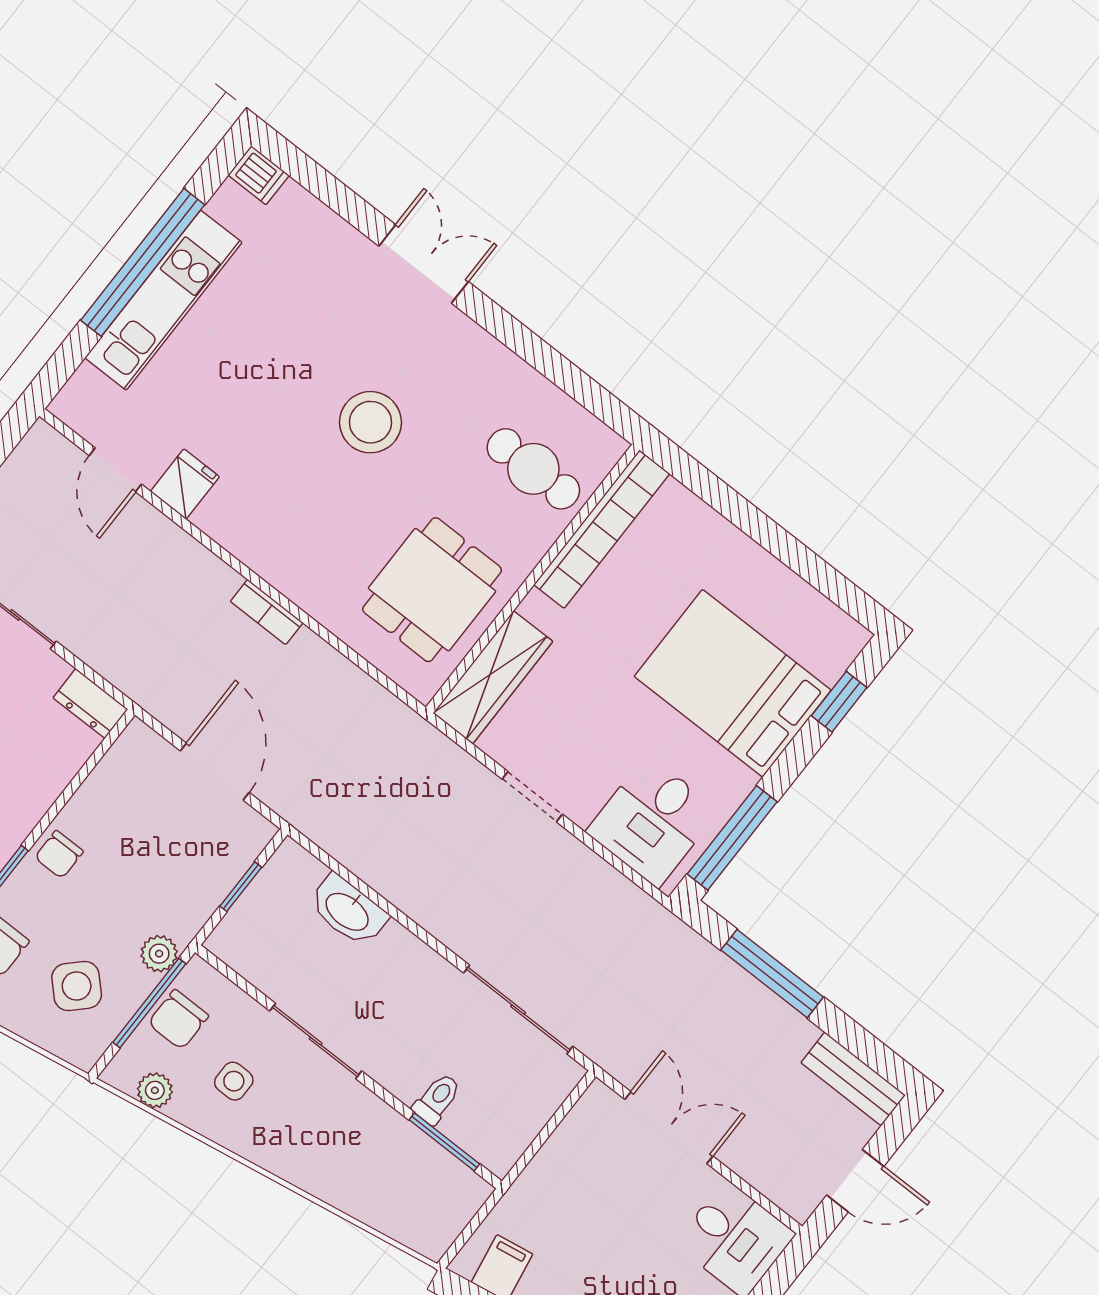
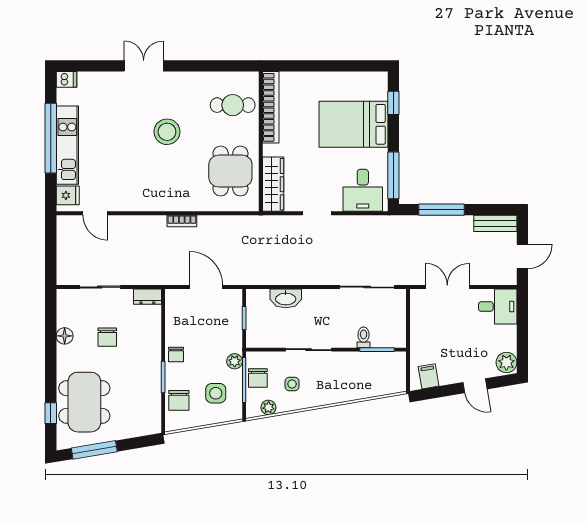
fridge: (185, 484) -> (68, 195), moved, turned 90
side table: (77, 986) -> (216, 393), turned 45

